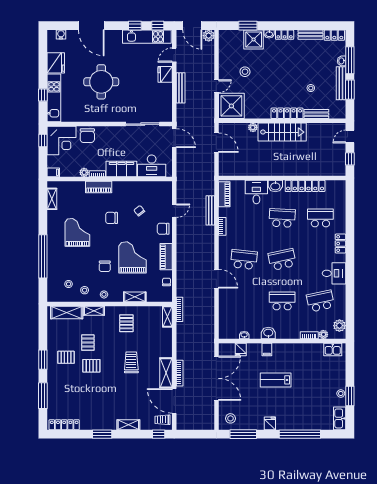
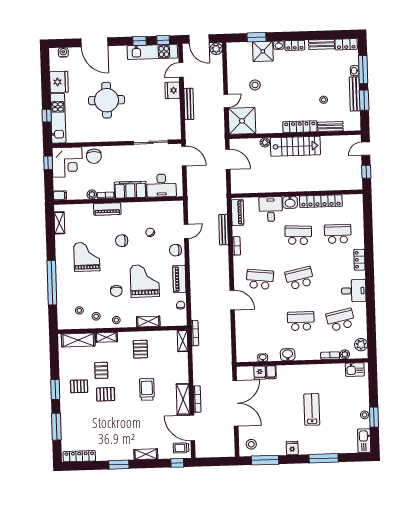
filing cabinet: (267, 349) -> (271, 372), moved
lab bench: (276, 380) -> (312, 409), moved, turned 90
window: (300, 434) -> (324, 458), width x0.68

